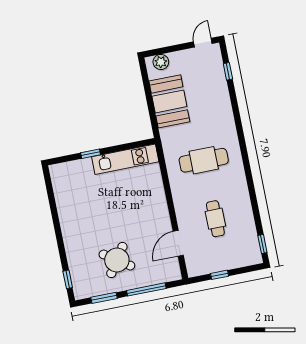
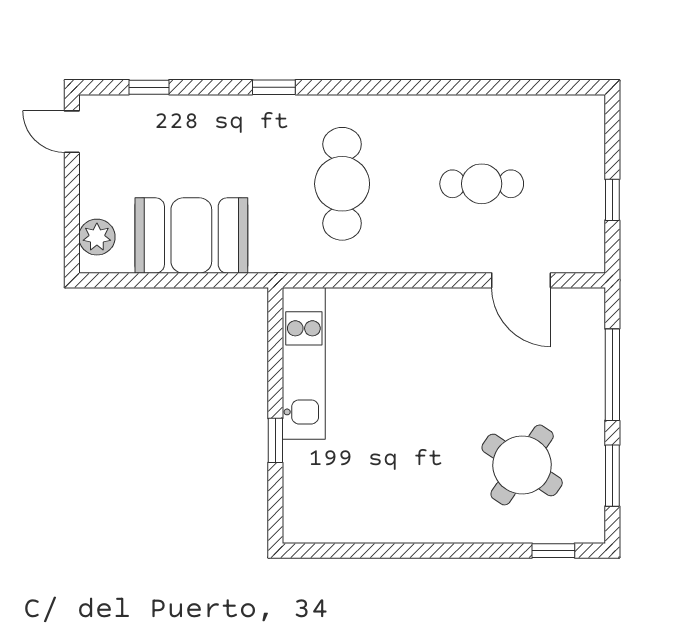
window: (262, 244) -> (274, 87), moved
round table: (117, 260) -> (522, 465), moved

